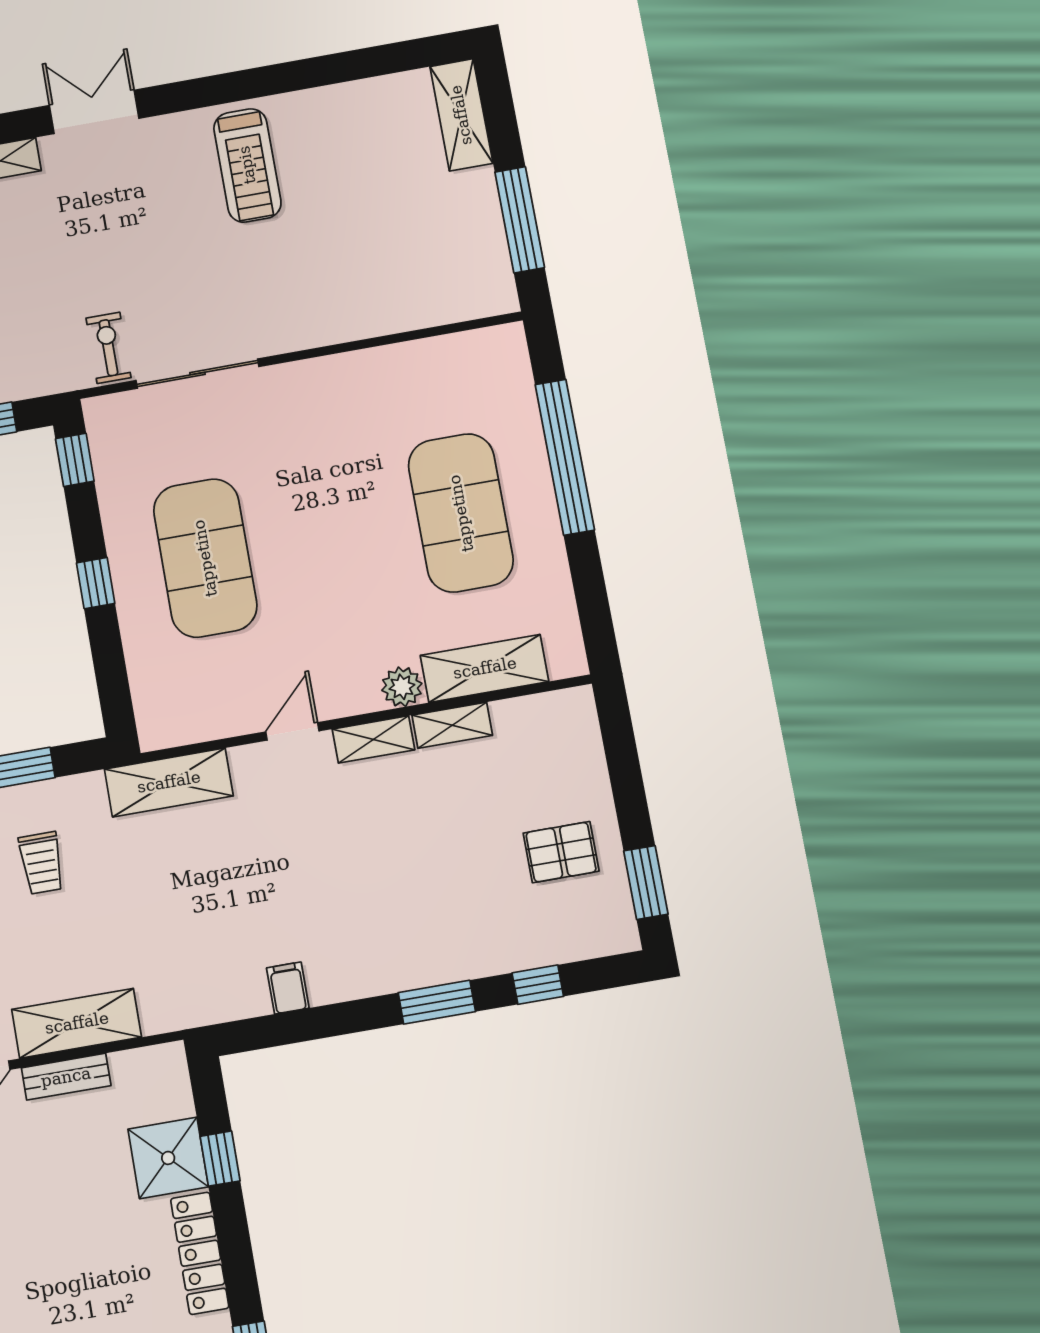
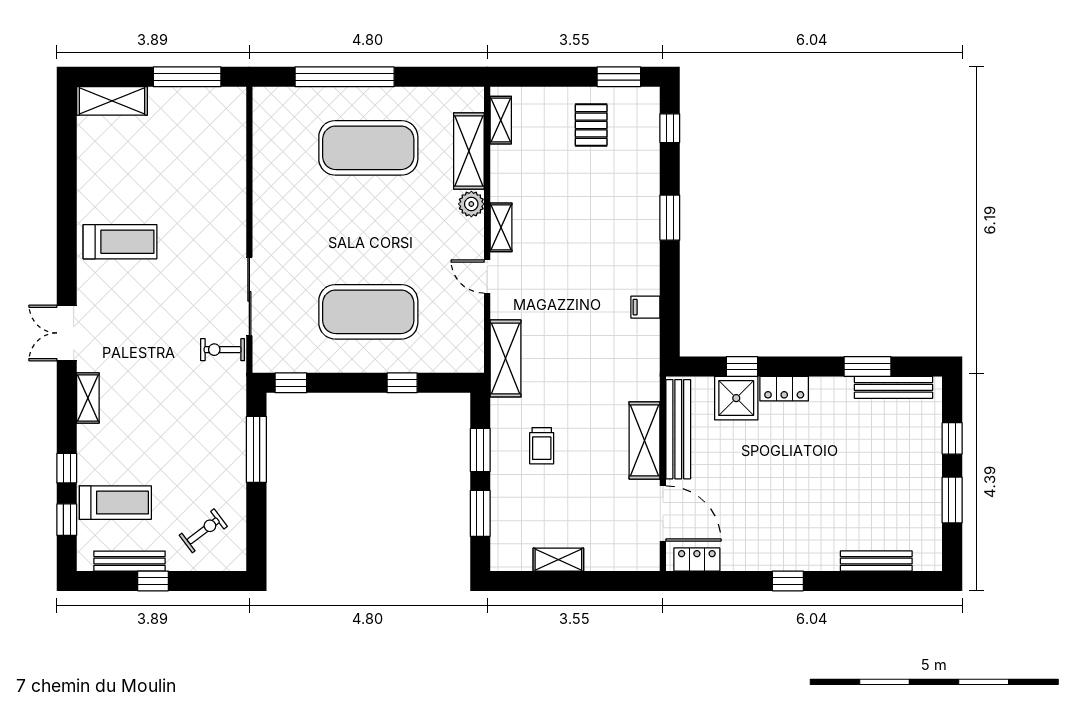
window: (96, 583) -> (402, 383), moved
shelving: (452, 725) -> (501, 120), moved
trolley: (41, 863) -> (542, 446), turned 90
window: (538, 985) -> (670, 128), moved
bench: (66, 1077) -> (678, 429), width x1.86, depth x1.21
locker: (200, 1253) -> (784, 389), width x0.66

